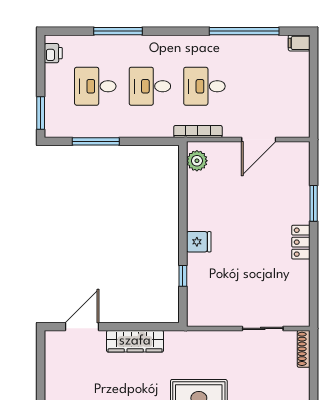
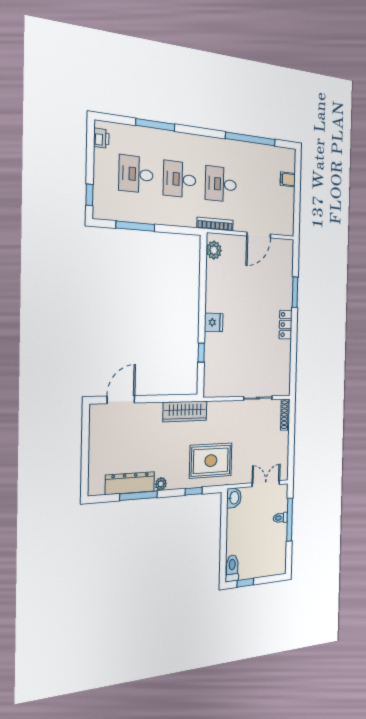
filing cabinet: (299, 43) -> (288, 179), moved
window: (41, 113) -> (89, 195), width x0.67
wardrobe: (135, 341) -> (185, 411), moved

